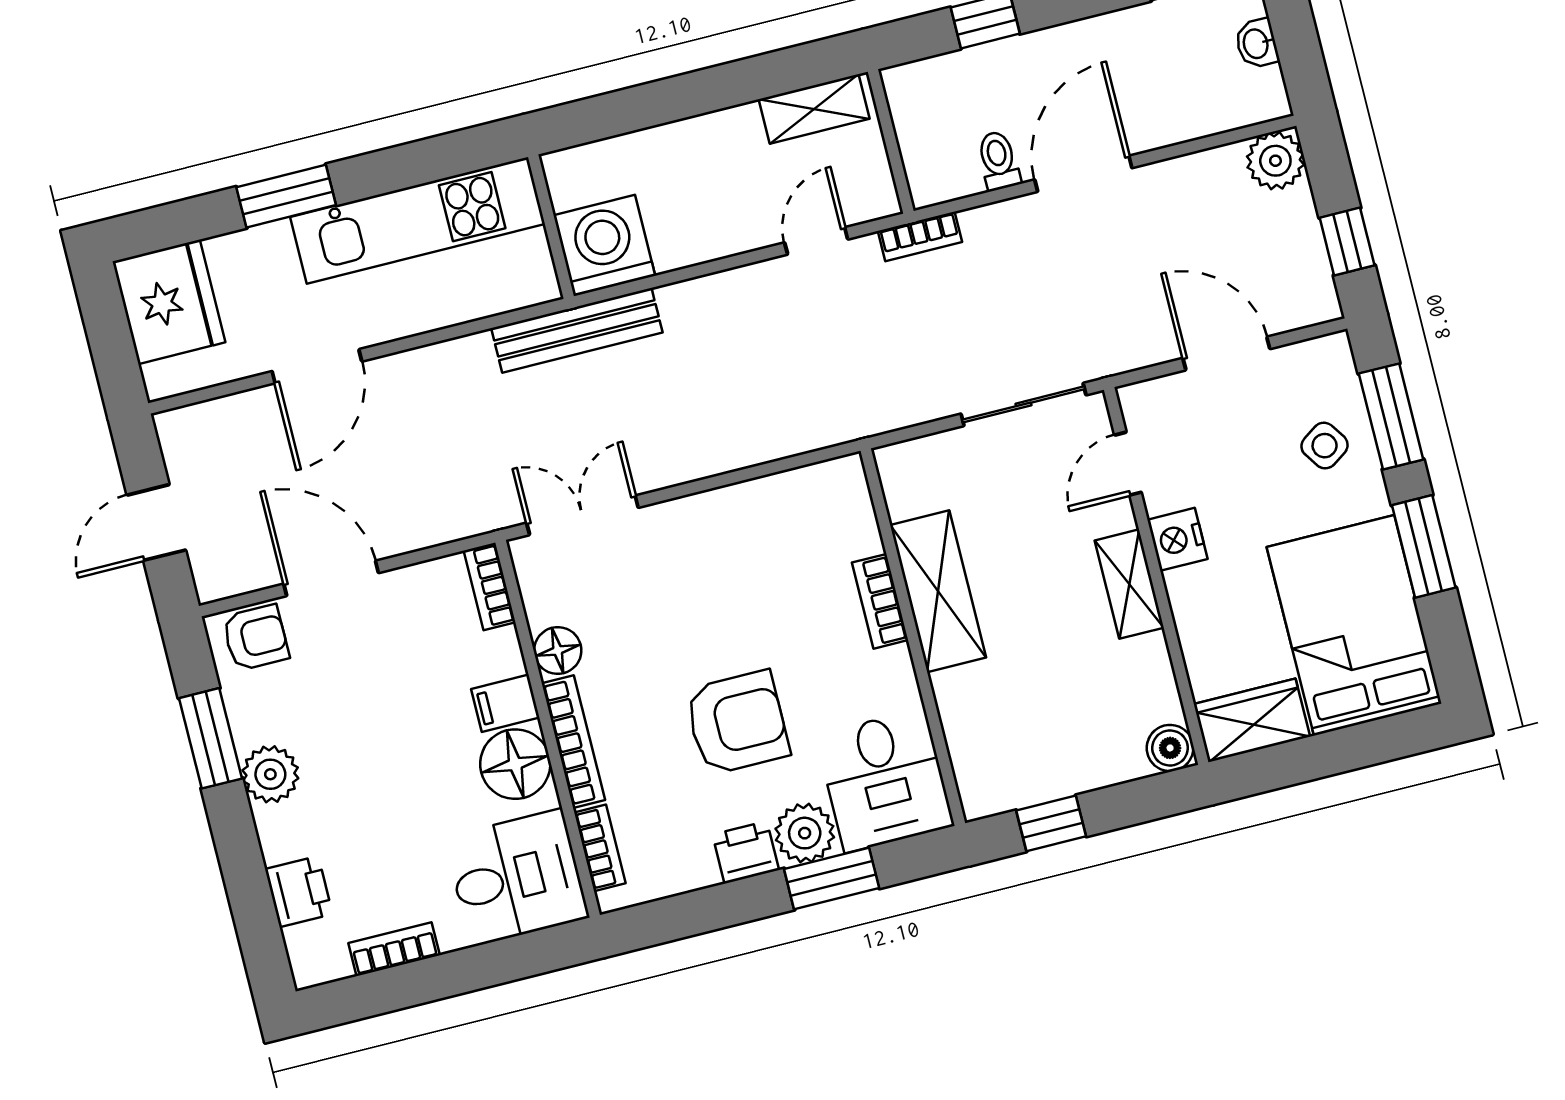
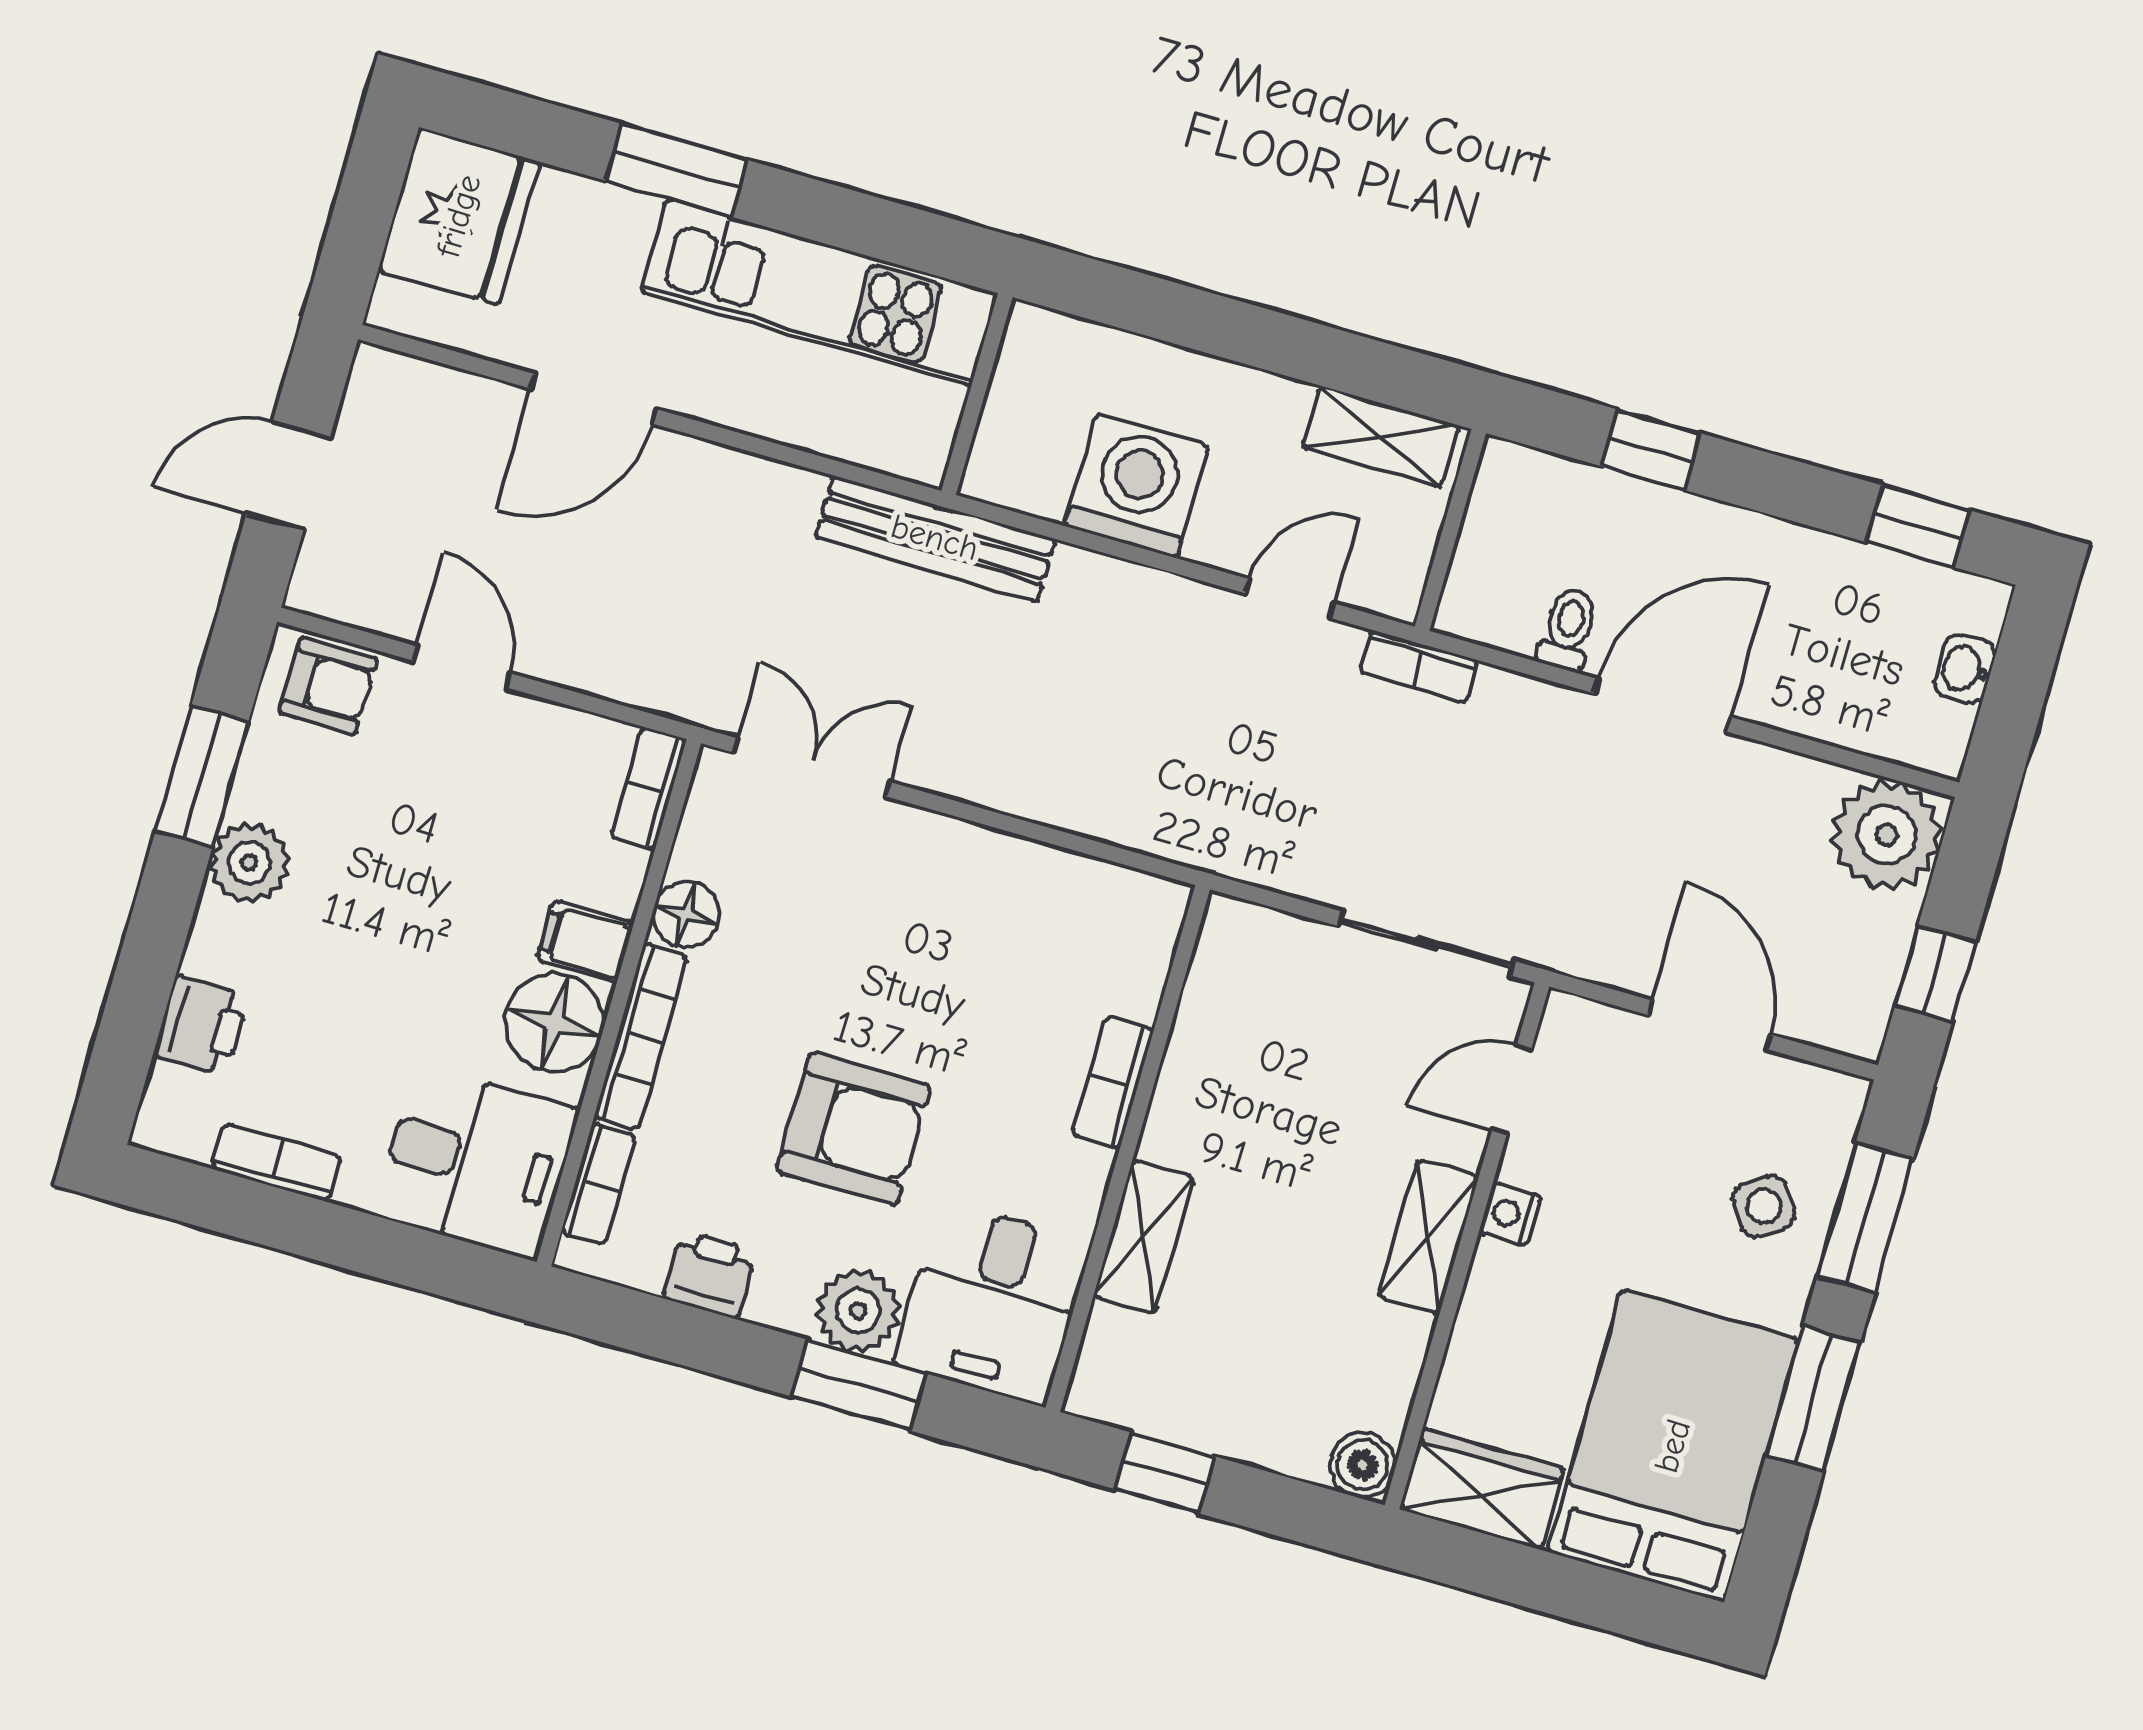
plant: (1275, 161) -> (1887, 835), width x1.36, depth x1.36
washing machine: (604, 246) -> (1136, 486), moved
nightstand: (1177, 539) -> (1510, 1214), width x0.72, depth x0.74
door: (331, 578) -> (461, 667), width x0.73
shelving: (938, 591) -> (1144, 1237), moved, width x0.67, depth x0.75
printer: (746, 852) -> (710, 1274), moved

